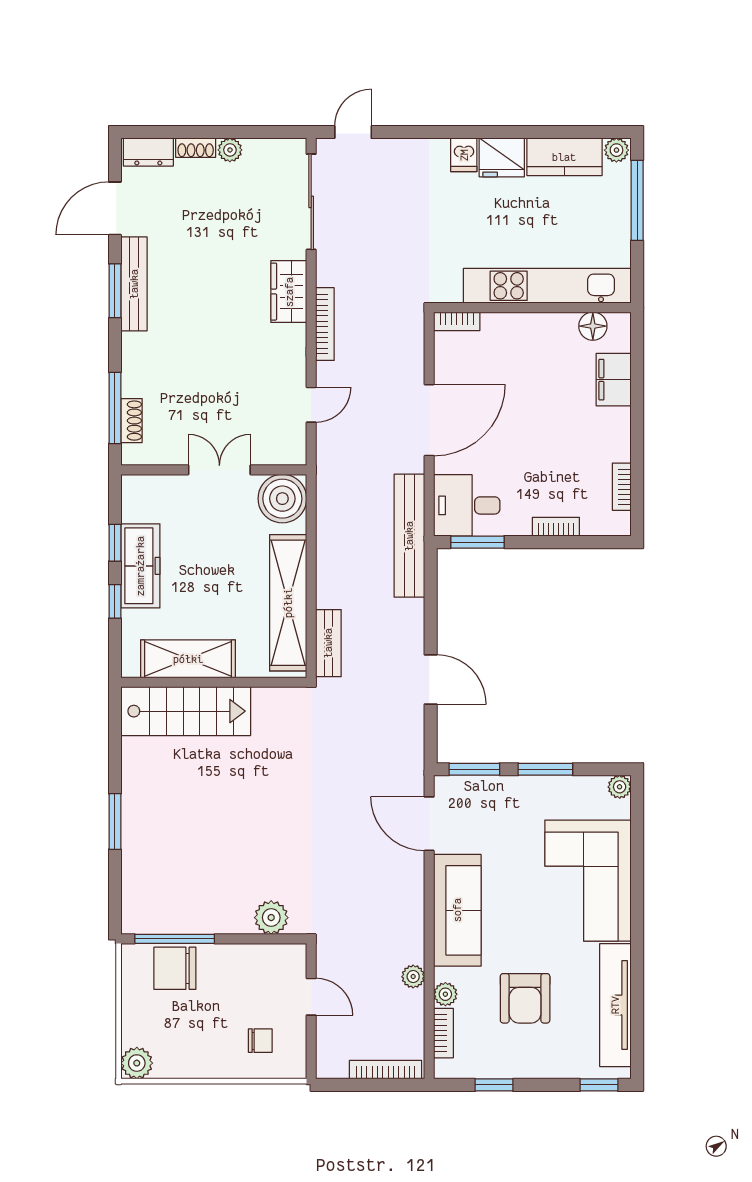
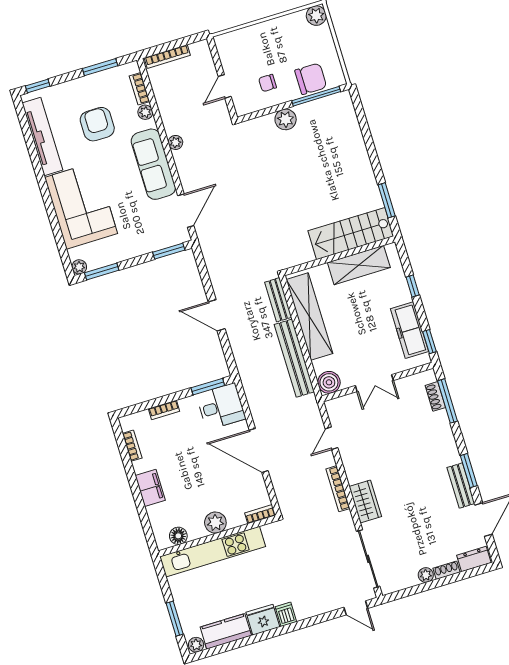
door: (353, 132) -> (356, 608), hinge flipped
window: (637, 200) -> (175, 619), width x0.69
bench: (134, 284) -> (461, 486), width x0.73
plant: (529, 329) -> (215, 523), added
filing cabinet: (614, 380) -> (150, 488), moved
door: (429, 420) -> (259, 450), hinge flipped
boiler: (282, 499) -> (329, 382), width x0.73, depth x0.73
bench: (409, 536) -> (294, 358), moved
window: (115, 543) -> (429, 342), moved
freezer: (140, 566) -> (409, 330), moved
door: (431, 679) -> (217, 315), moved
window: (545, 769) -> (102, 271), moved
window: (115, 821) -> (387, 200), moved
door: (429, 824) -> (186, 211), hinge flipped
plant: (271, 918) -> (286, 119), moved
plant: (413, 977) -> (175, 142), moved
door: (311, 997) -> (225, 86), hinge flipped
chair: (260, 1041) -> (268, 83), moved
window: (494, 1085) -> (100, 67), width x1.50

